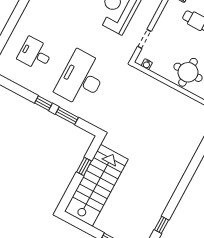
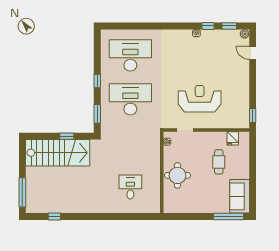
desk: (35, 54) -> (130, 55), width x1.87, depth x1.30
window: (67, 116) -> (97, 114), moved
desk: (173, 128) -> (130, 187), added

